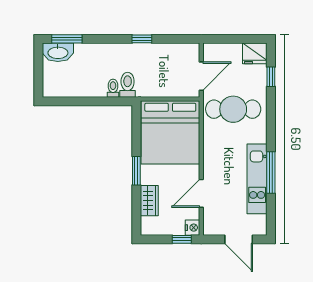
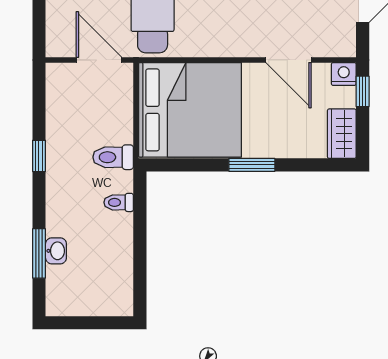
window: (67, 39) -> (39, 253), moved
washbasin: (58, 52) -> (56, 251), moved, width x0.52, depth x0.69
toilet: (128, 85) -> (113, 157), moved
wardrobe: (149, 201) -> (342, 134), moved, turned -90

